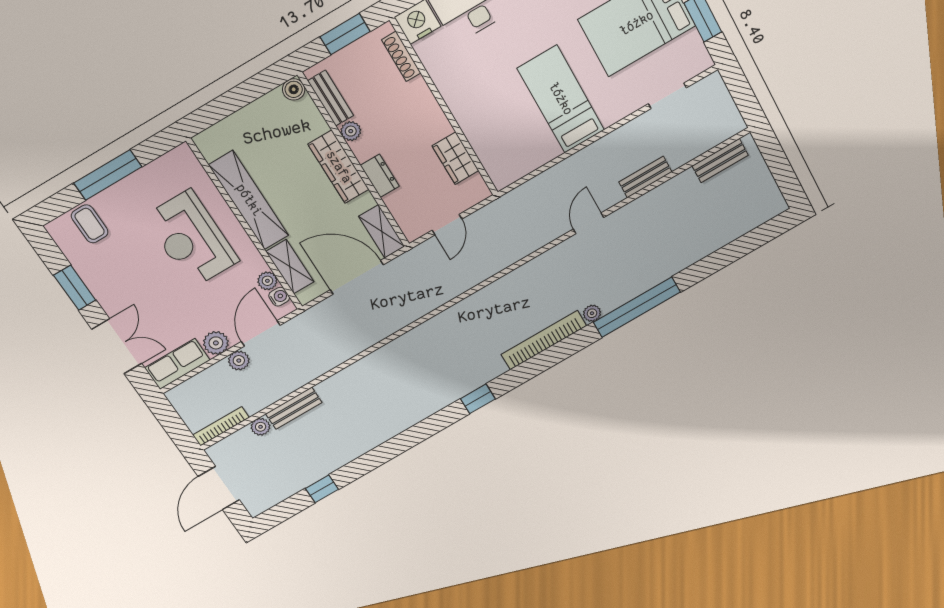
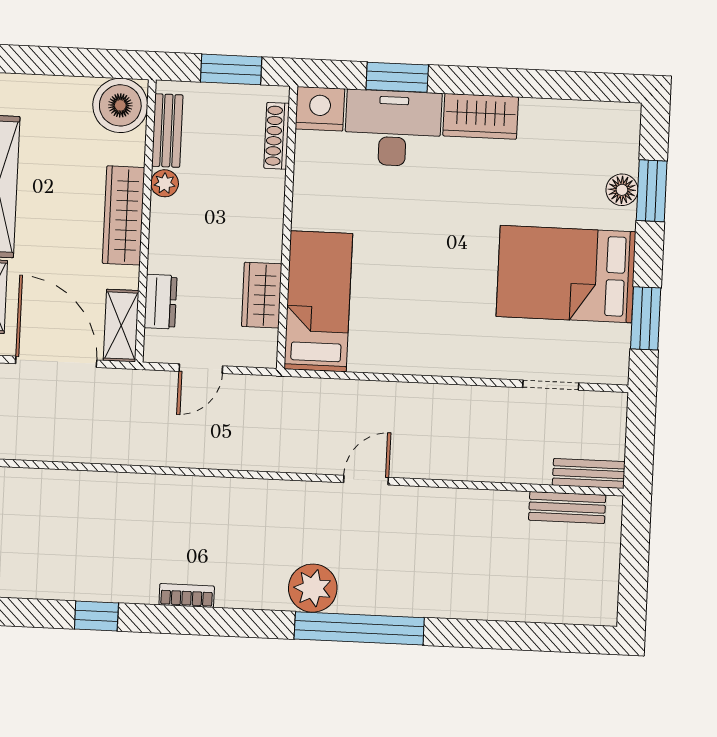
boiler: (294, 89) -> (120, 105), width x1.86, depth x1.86
bed: (561, 99) -> (318, 301), moved
dresser: (380, 176) -> (161, 302), moved
bench: (645, 177) -> (589, 473), moved
plant: (592, 313) -> (313, 588), width x1.88, depth x1.88
bookcase: (544, 340) -> (187, 596), width x0.43, depth x0.76

